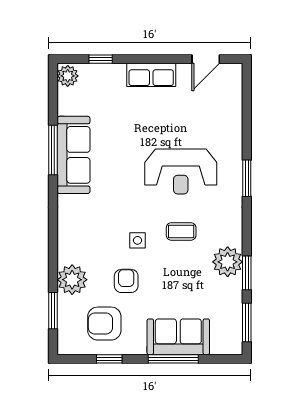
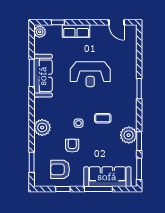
door: (206, 59) -> (116, 22), hinge flipped
row of seats: (151, 75) -> (76, 31), moved
reception desk: (181, 172) -> (90, 74), moved
plant: (72, 280) -> (42, 127), moved
sofa: (178, 337) -> (107, 177), width x1.36

